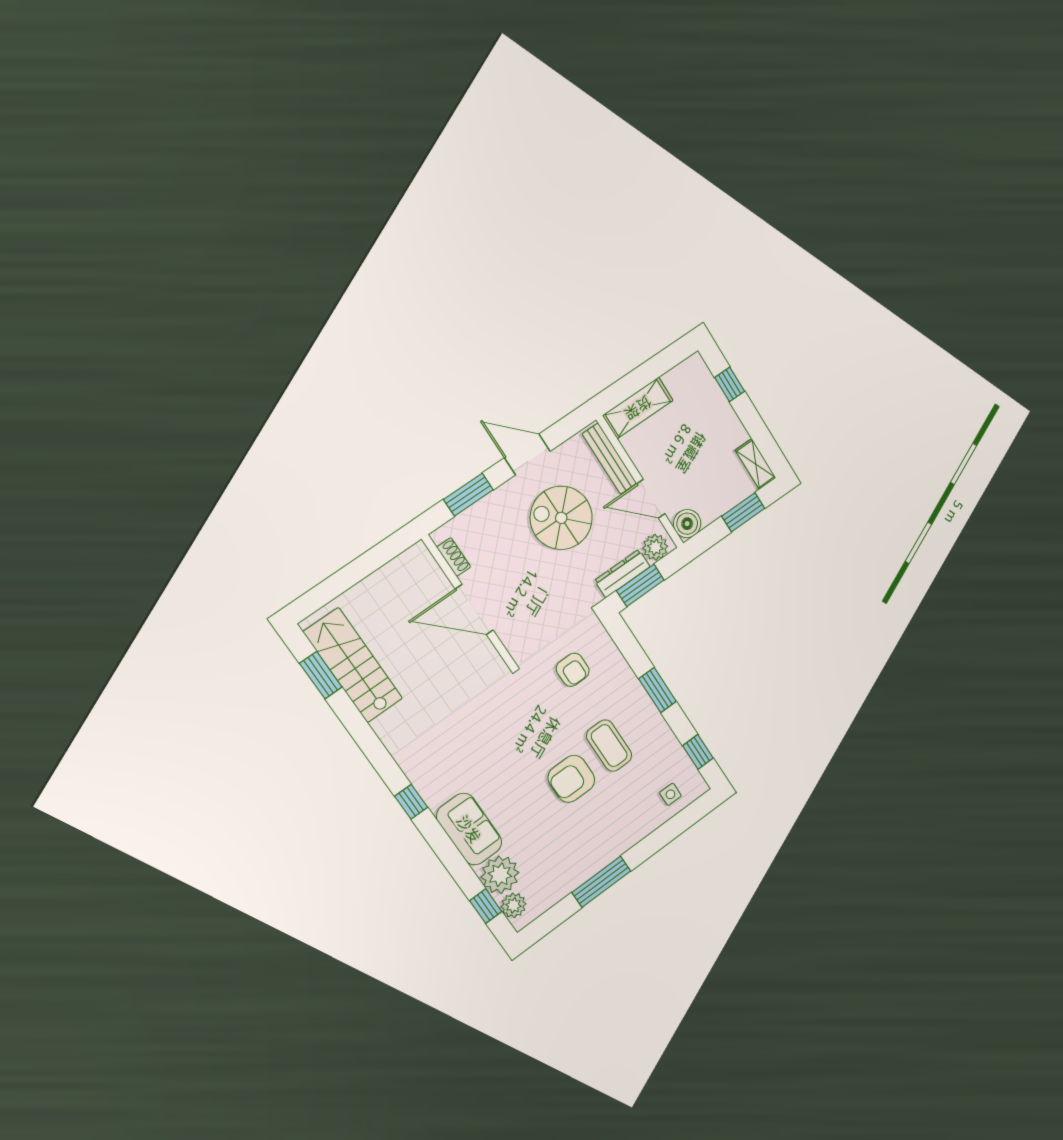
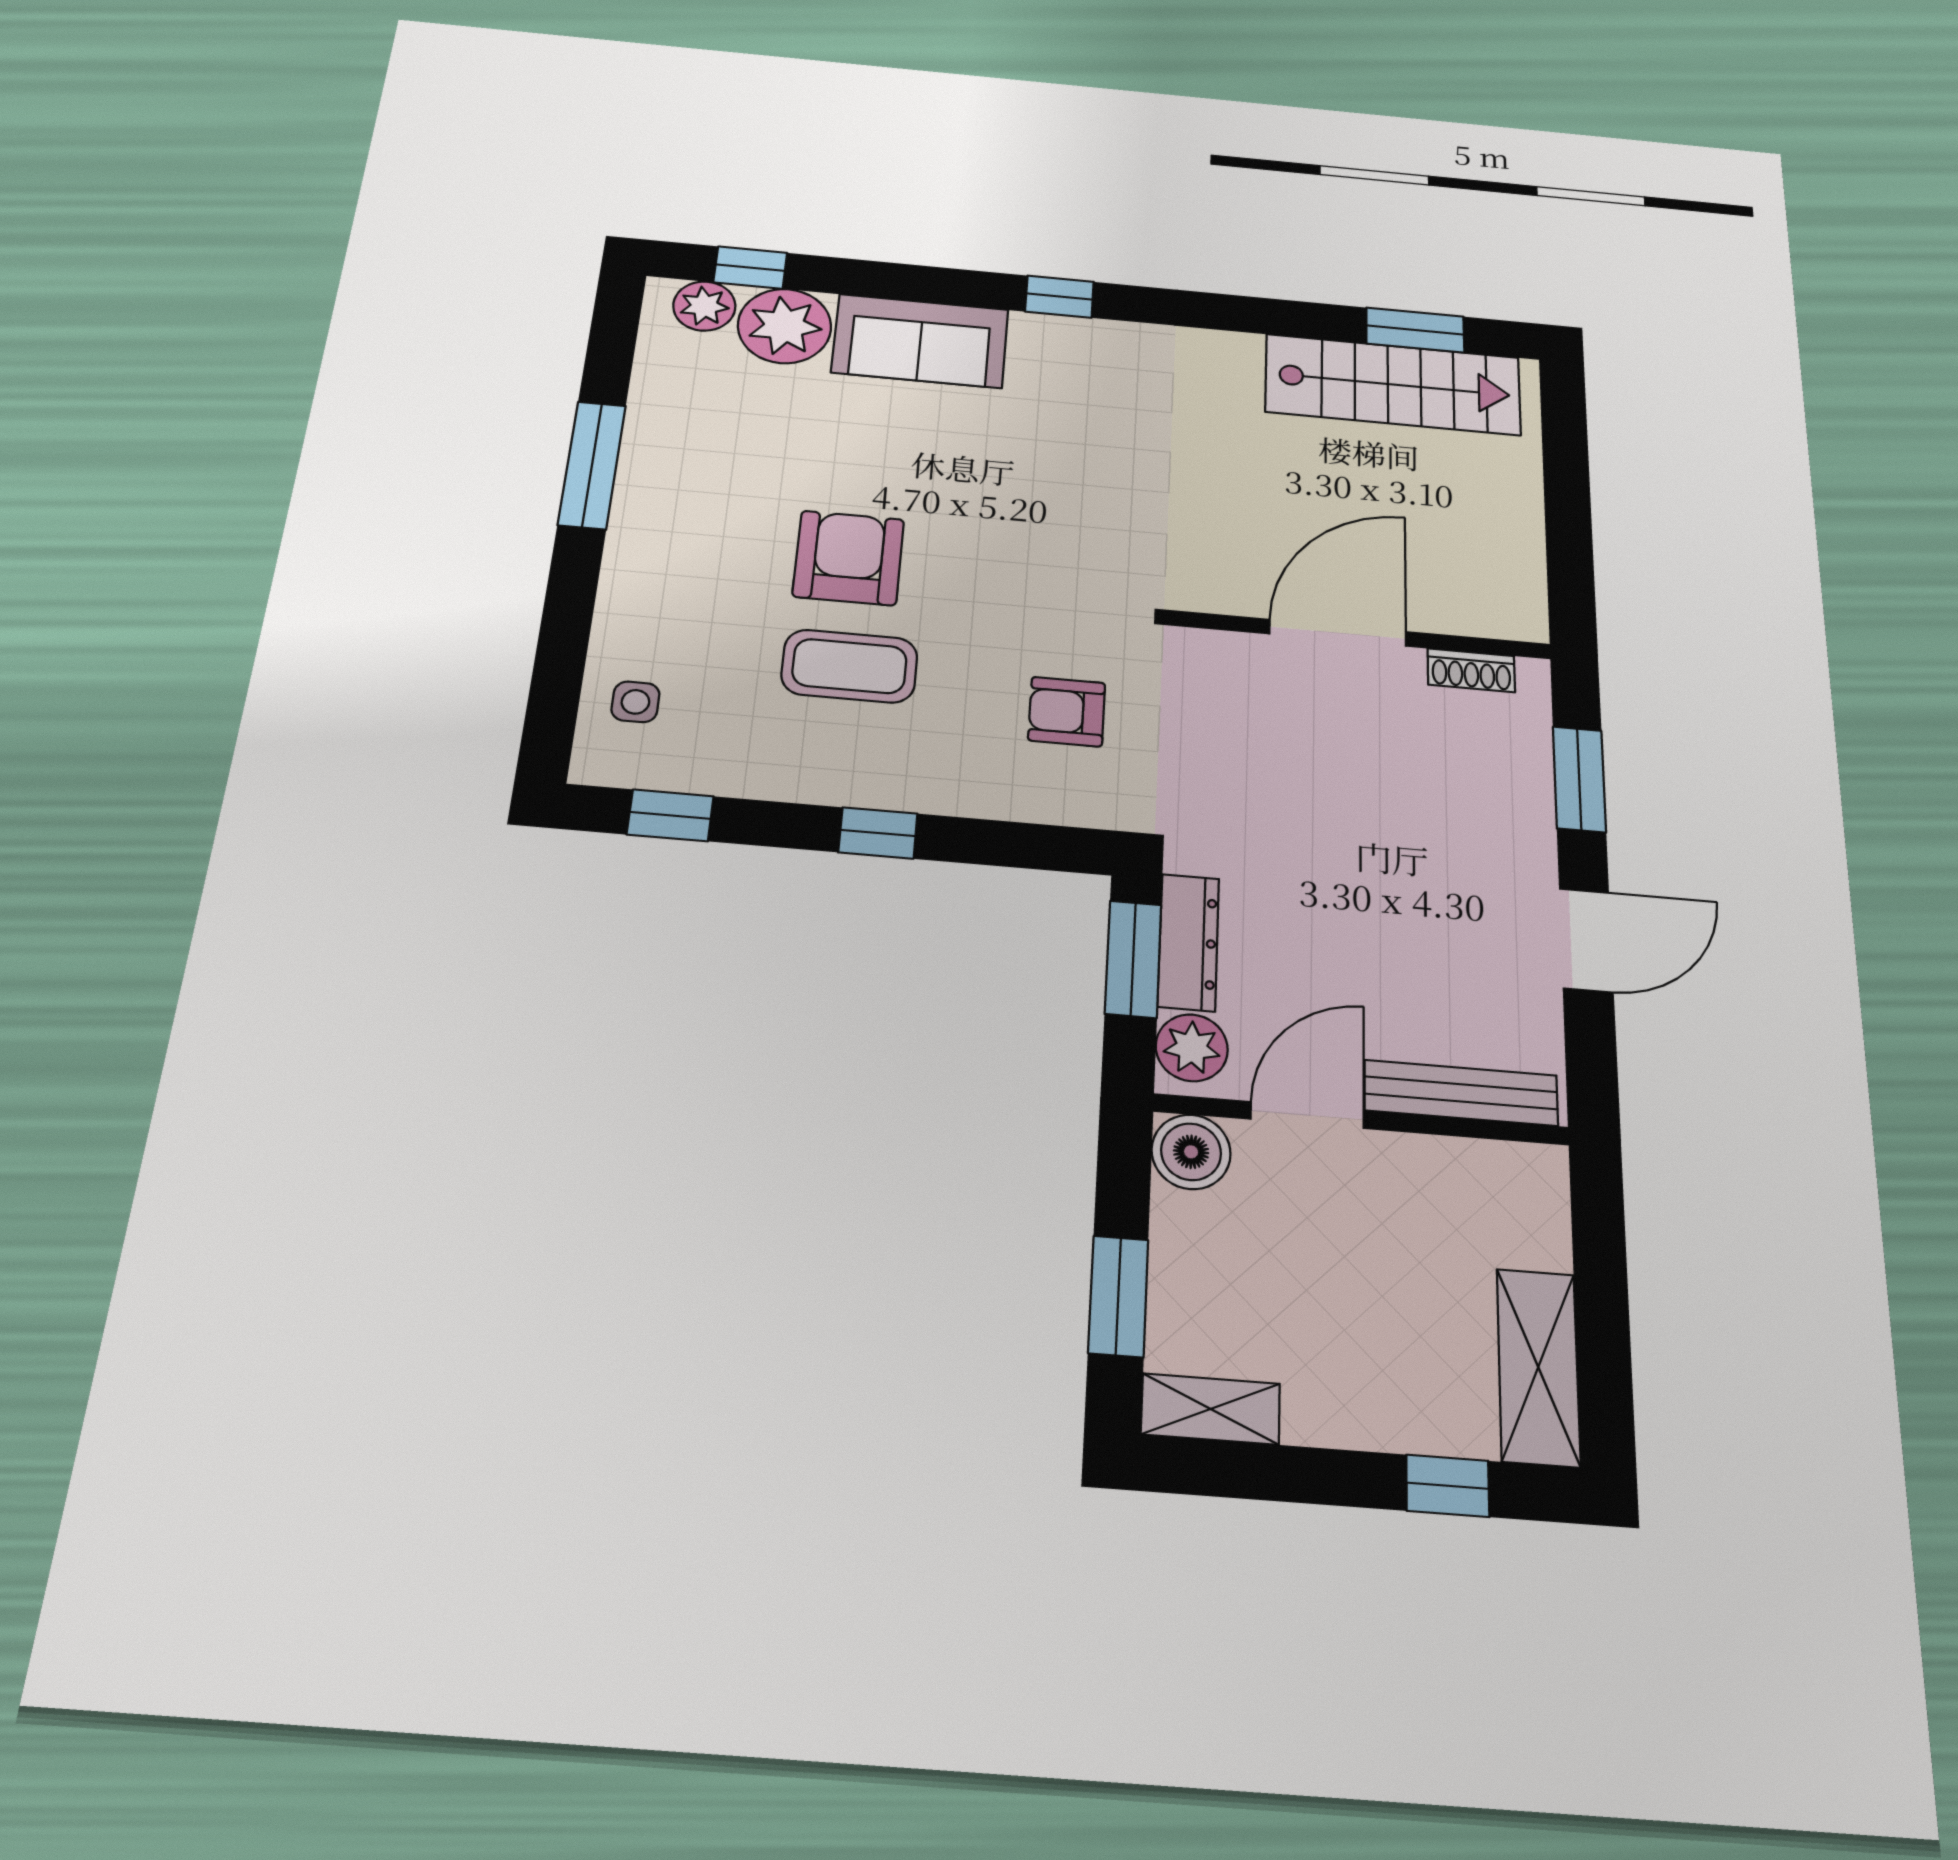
shelving: (638, 408) -> (1538, 1367), moved
spiral stairs: (561, 518) -> (1403, 910), removed
window: (658, 690) -> (878, 833), width x0.67

